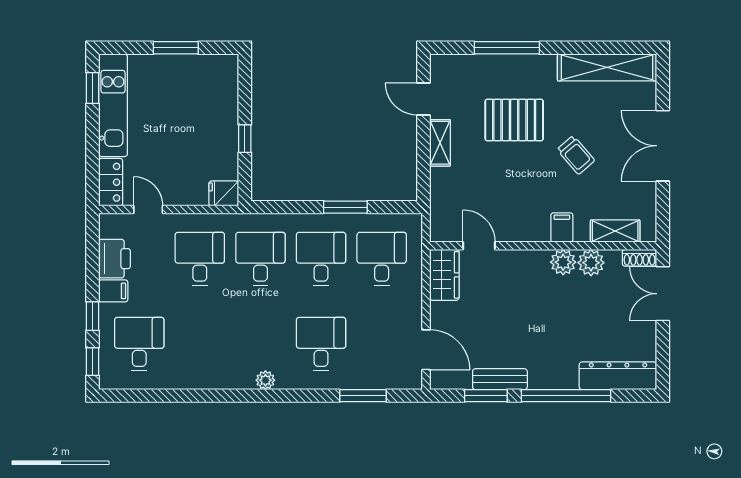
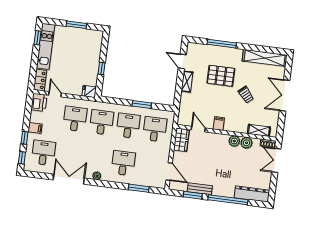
filing cabinet: (562, 228) -> (219, 124), moved
printer: (115, 259) -> (39, 102), moved
double door: (203, 396) -> (69, 179), added

